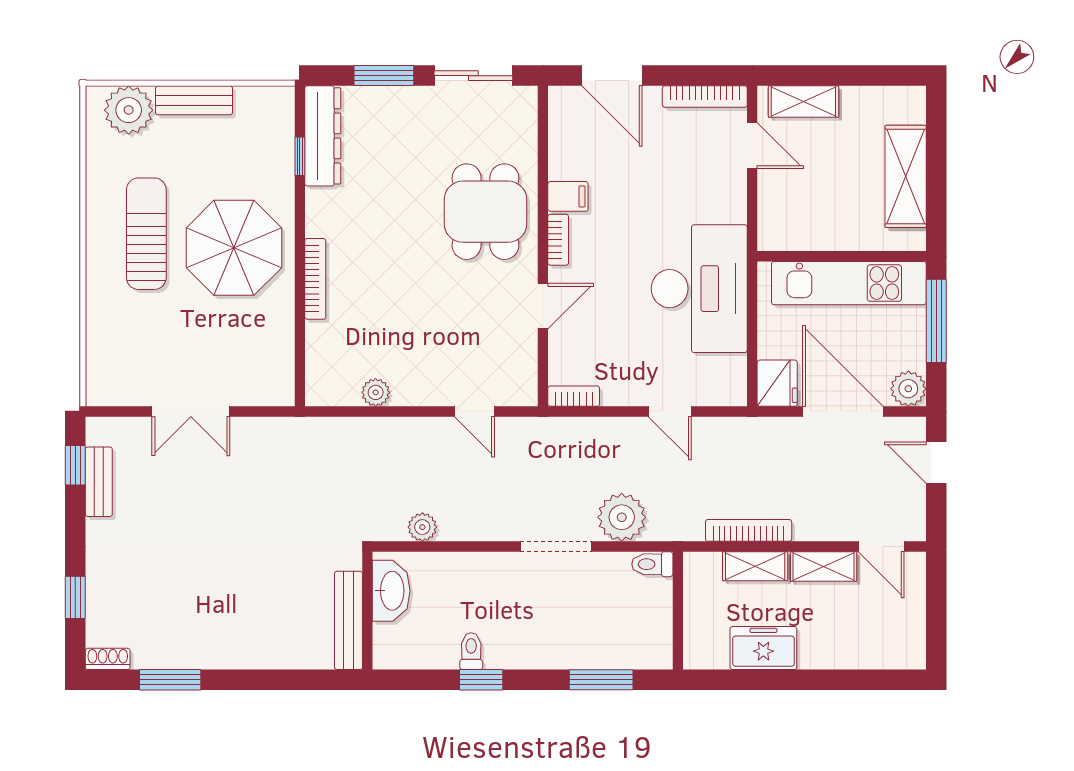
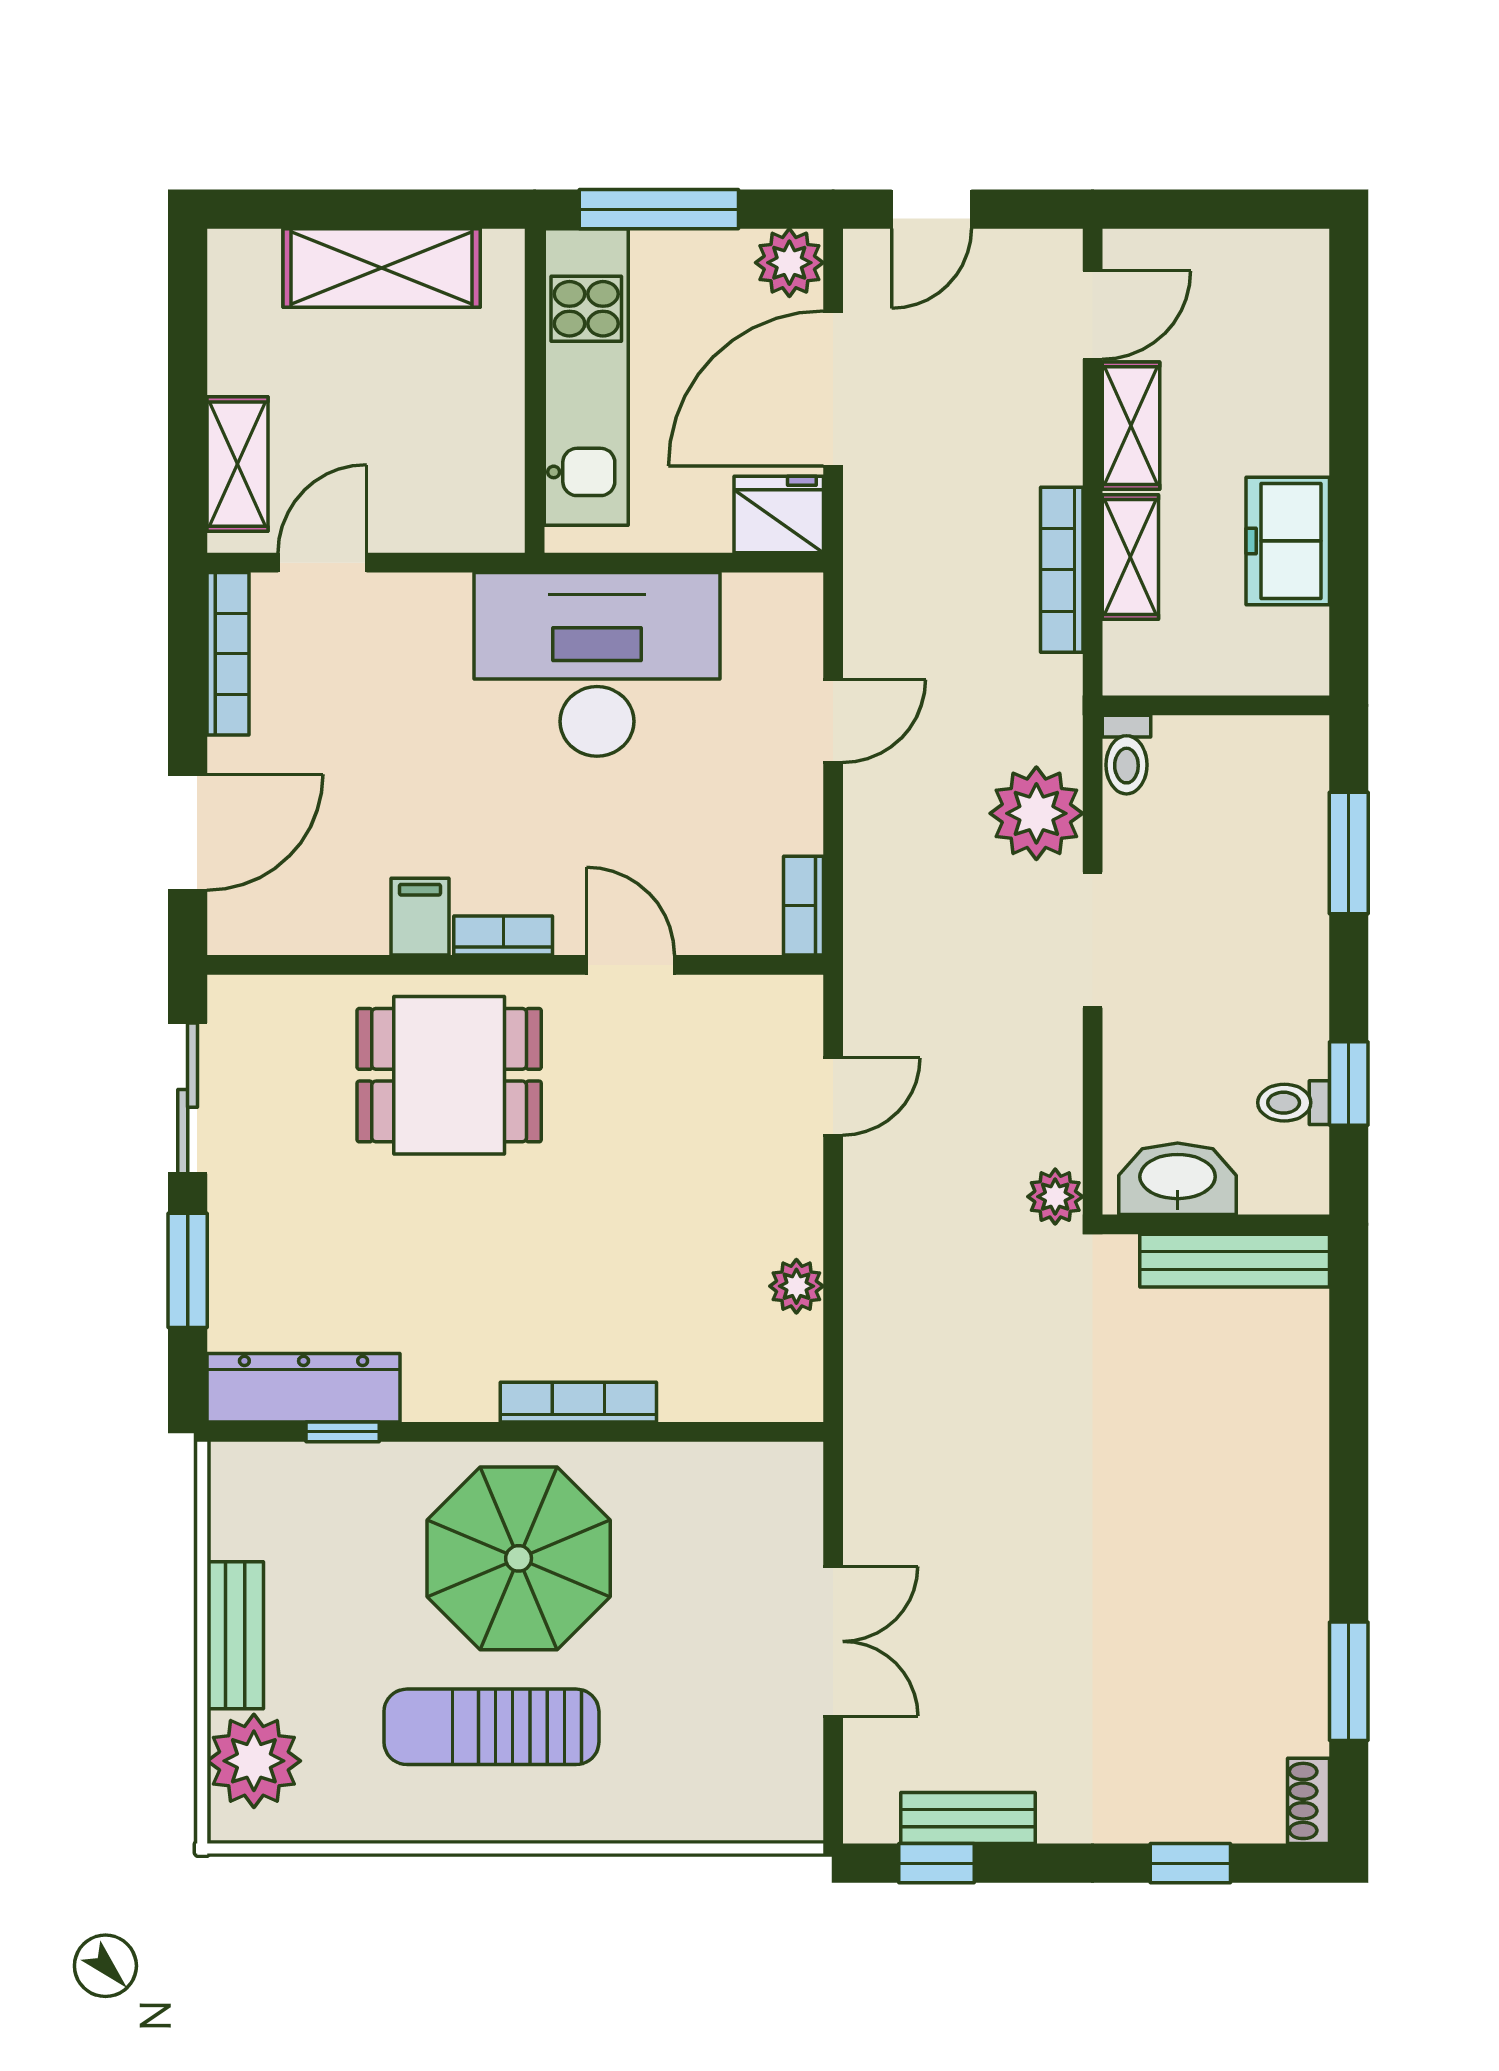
washbasin: (391, 591) -> (1178, 1179), moved
wall: (367, 611) -> (1216, 1224), moved
bench: (348, 620) -> (1235, 1261), moved

